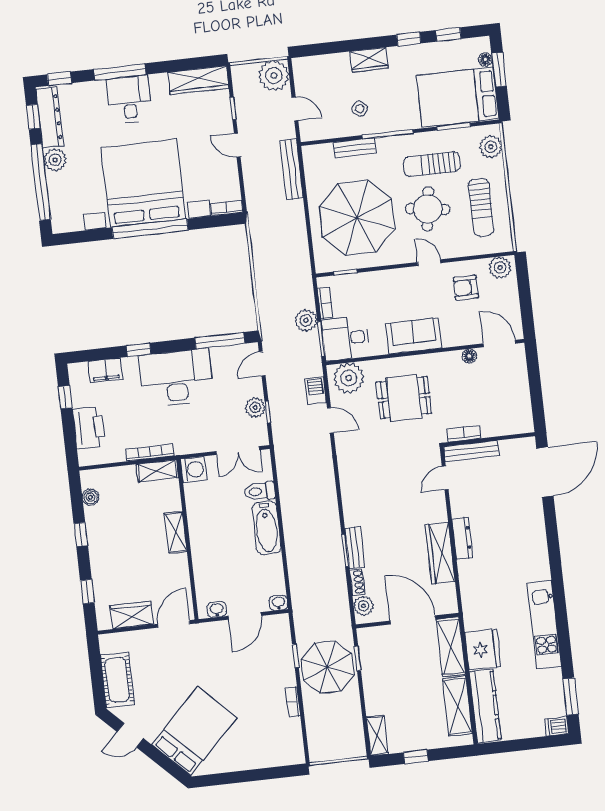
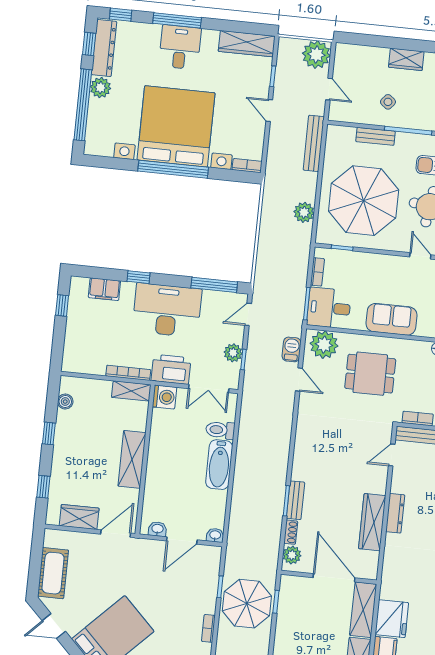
plant: (306, 320) -> (304, 212), moved
printer: (89, 428) -> (171, 369), moved, turned -90
shelving: (176, 532) -> (132, 459), width x1.50, depth x1.33

